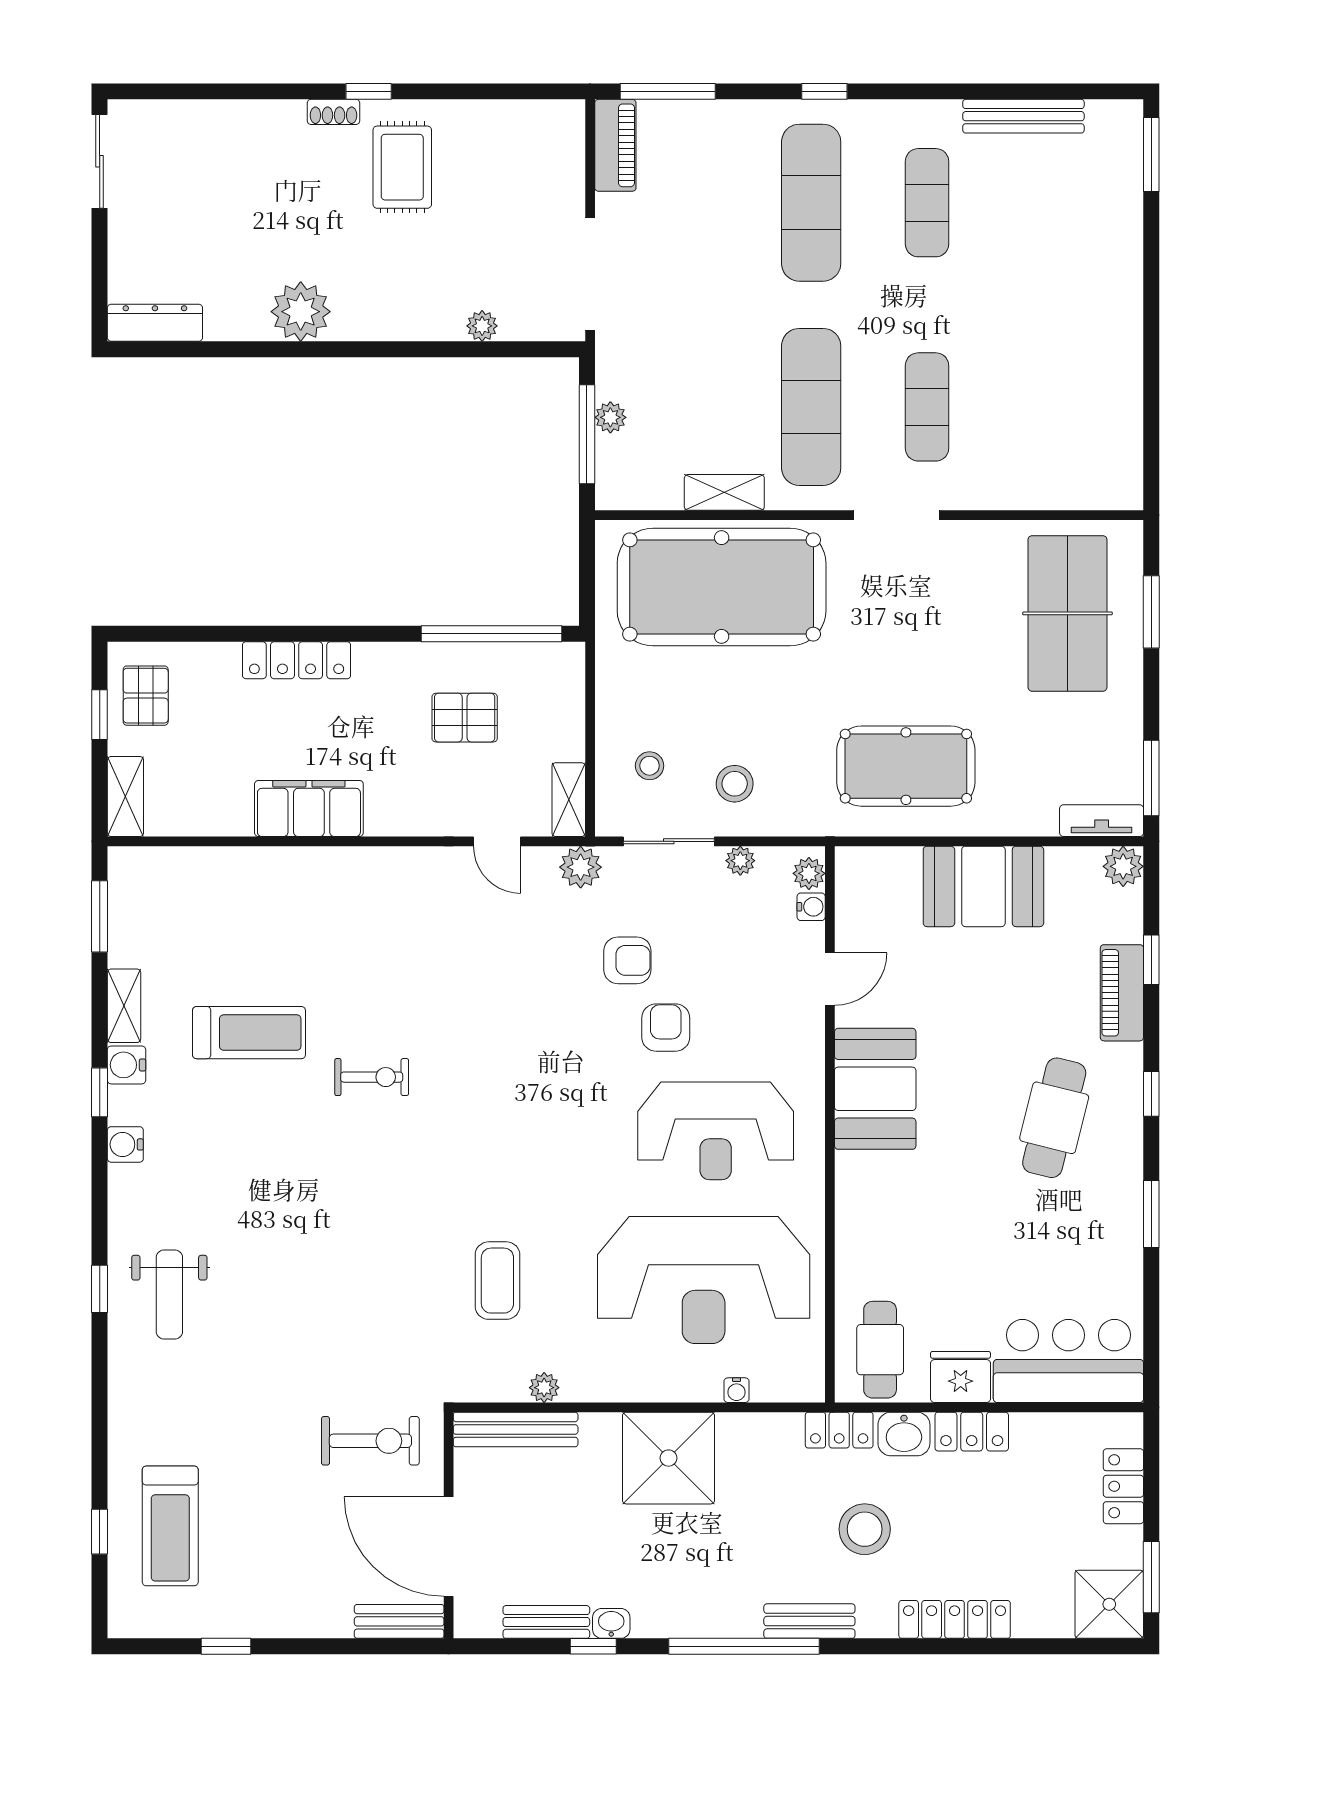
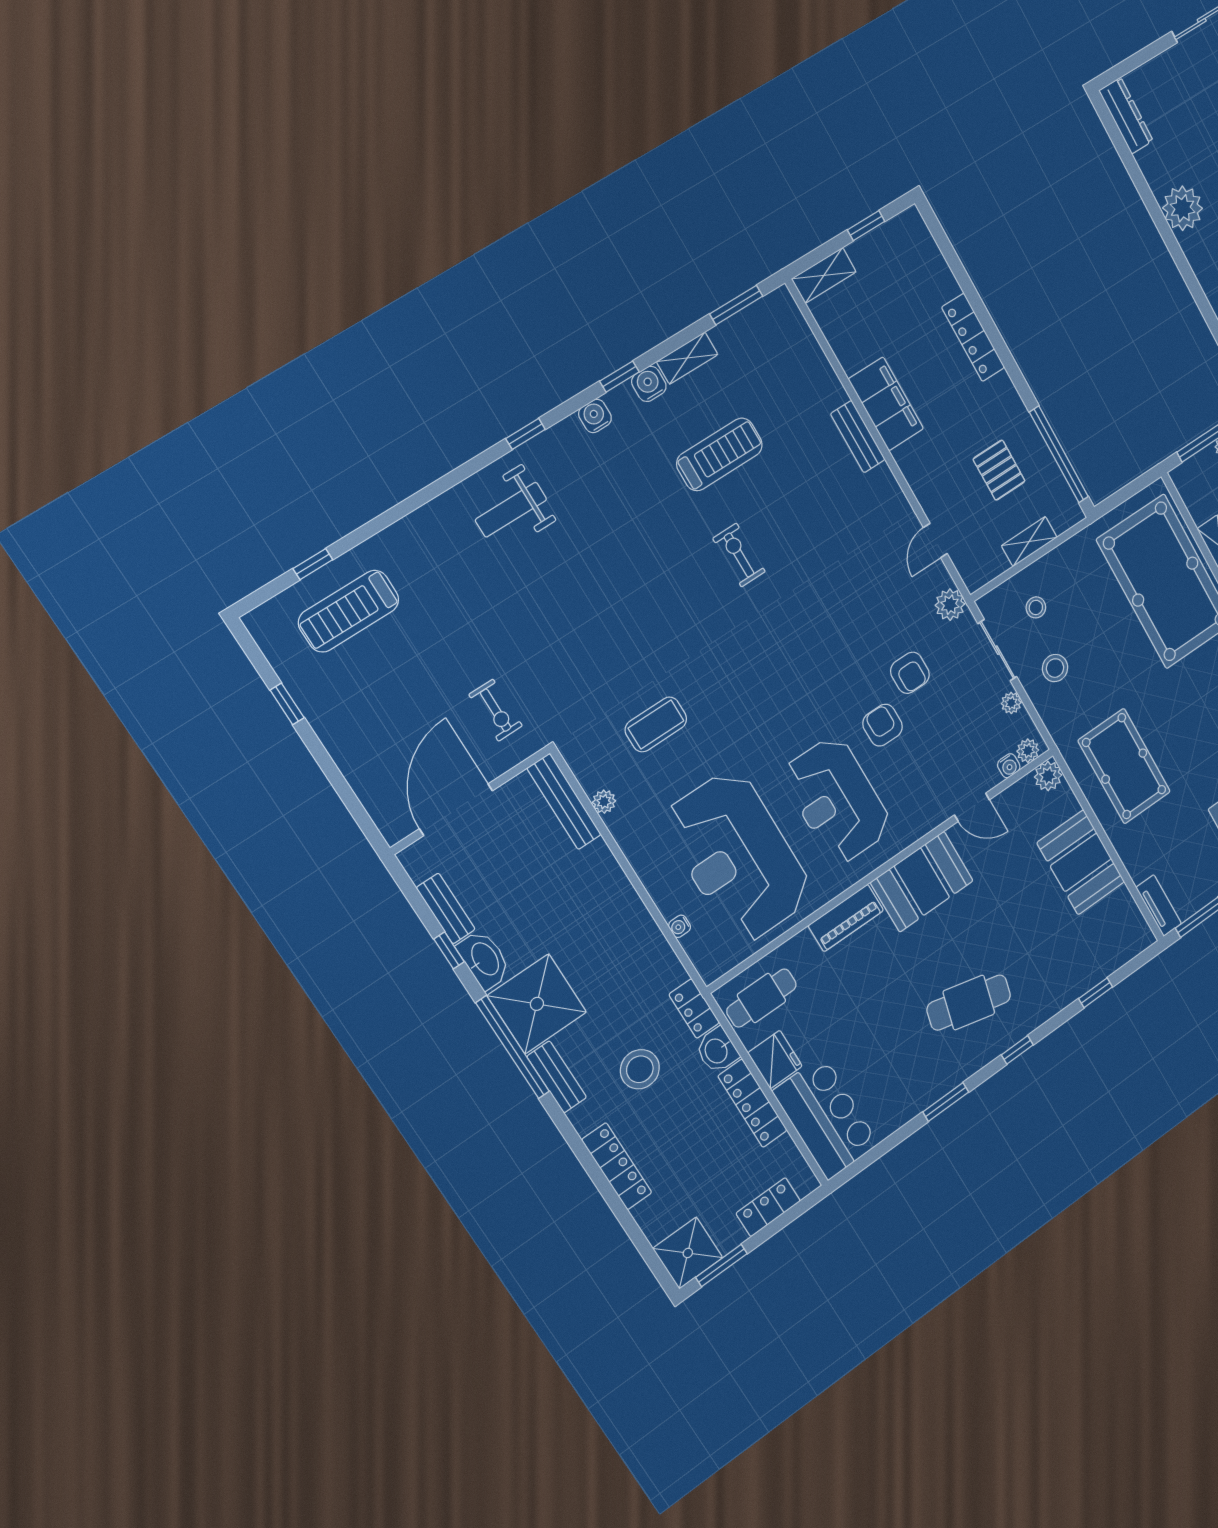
pallet: (146, 696) -> (895, 250), removed
shelving: (569, 800) -> (1029, 542), moved
plant: (1123, 866) -> (1048, 776), moved
piano: (1122, 993) -> (846, 918), moved, turned 180
armchair: (666, 1028) -> (883, 725), turned -90
treadmill: (249, 1033) -> (720, 454), turned -90
exercise bike: (372, 1077) -> (739, 555), turned 180
window: (100, 1289) -> (526, 434), moved
locker: (972, 1432) -> (753, 1103), width x1.53
exercise bike: (370, 1441) -> (496, 710), width x0.73, depth x0.72
shower: (668, 1458) -> (537, 1004), moved
bench: (399, 1621) -> (858, 437), moved
washbasin: (611, 1623) -> (484, 959), width x1.91, depth x1.45

